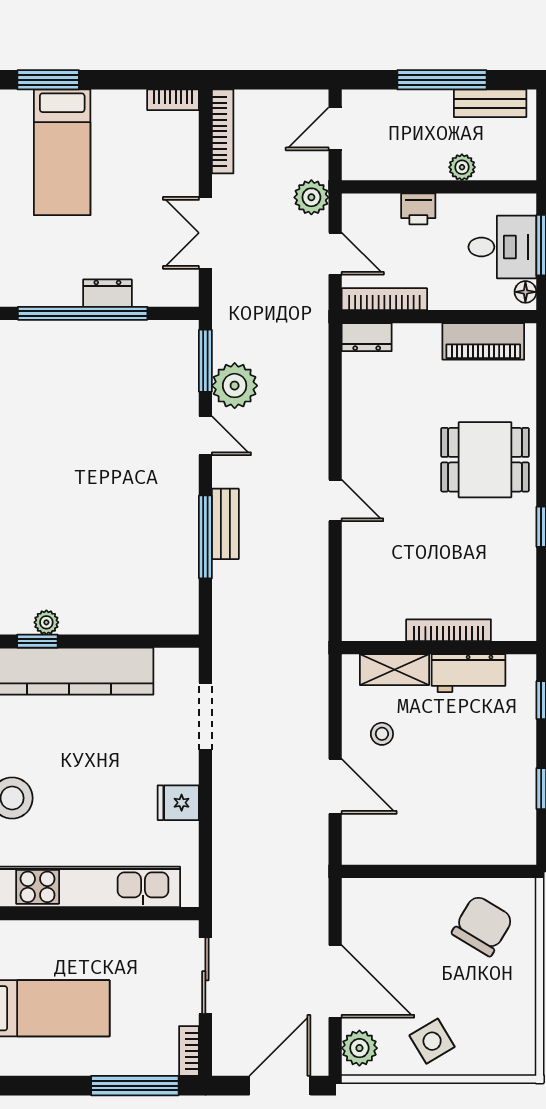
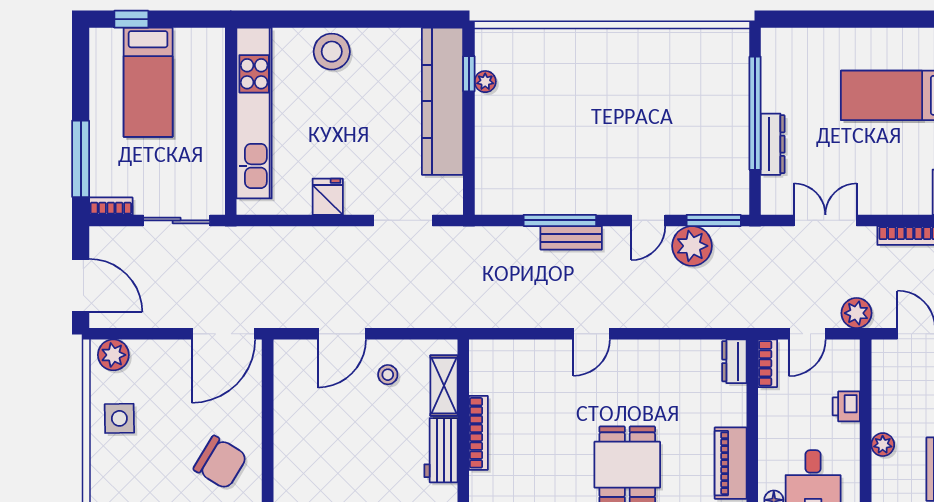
dresser: (107, 293) -> (773, 144), width x1.44
bookcase: (384, 299) -> (767, 363), width x0.64
door: (335, 981) -> (223, 334), moved
side table: (432, 1041) -> (119, 418), turned 30

